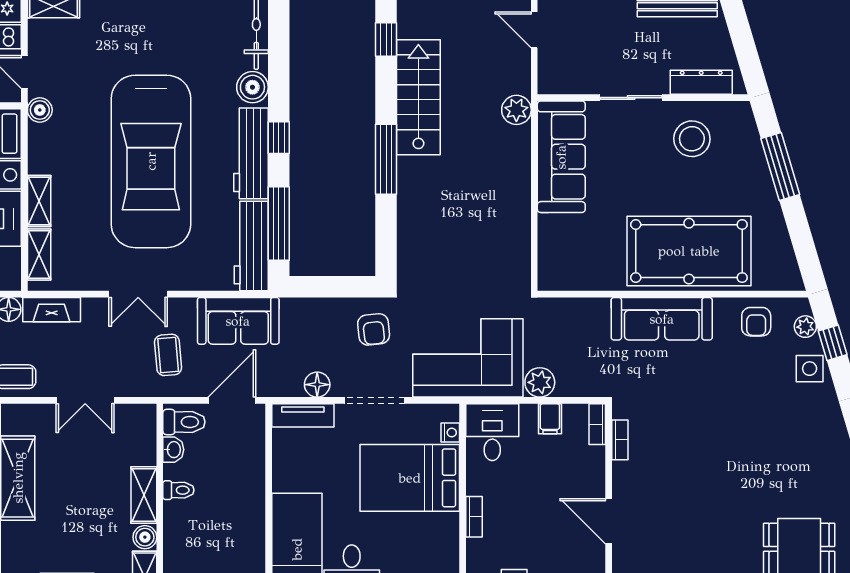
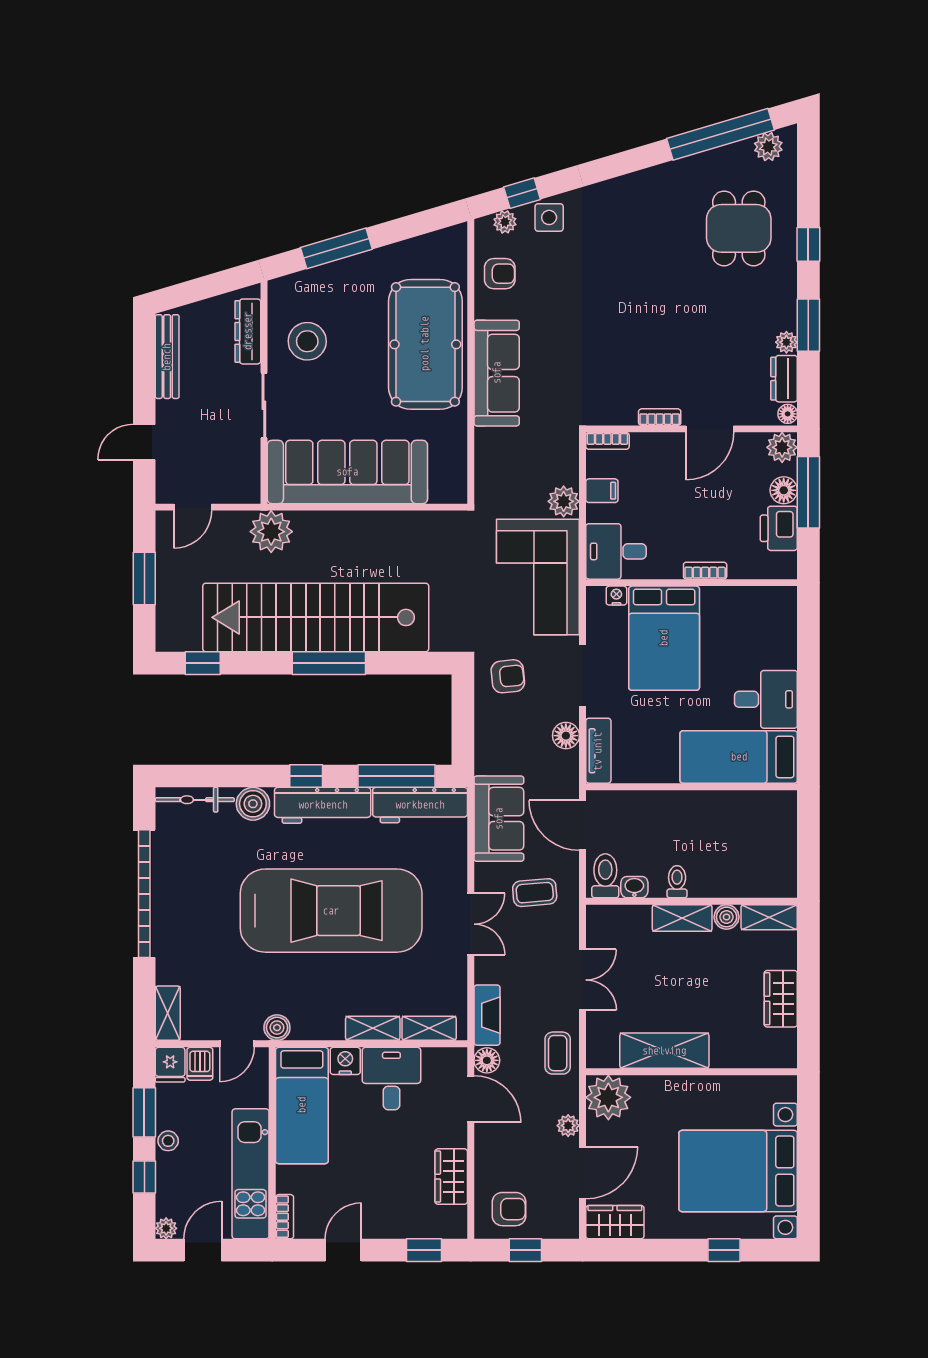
stairs: (418, 97) -> (316, 617), width x1.86, depth x1.51
plant: (516, 110) -> (271, 532), width x1.36, depth x1.36
sofa: (561, 157) -> (347, 472), width x1.36, depth x1.27
bookcase: (620, 440) -> (660, 417), moved

